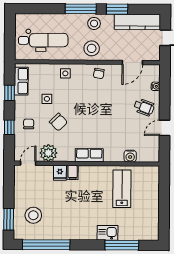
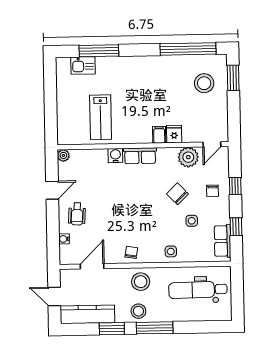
wheelchair: (144, 107) -> (77, 214), turned -108
water cooler: (130, 156) -> (115, 156), moved
plant: (154, 157) -> (63, 155), added
kitchen sink: (108, 233) -> (83, 66), moved

